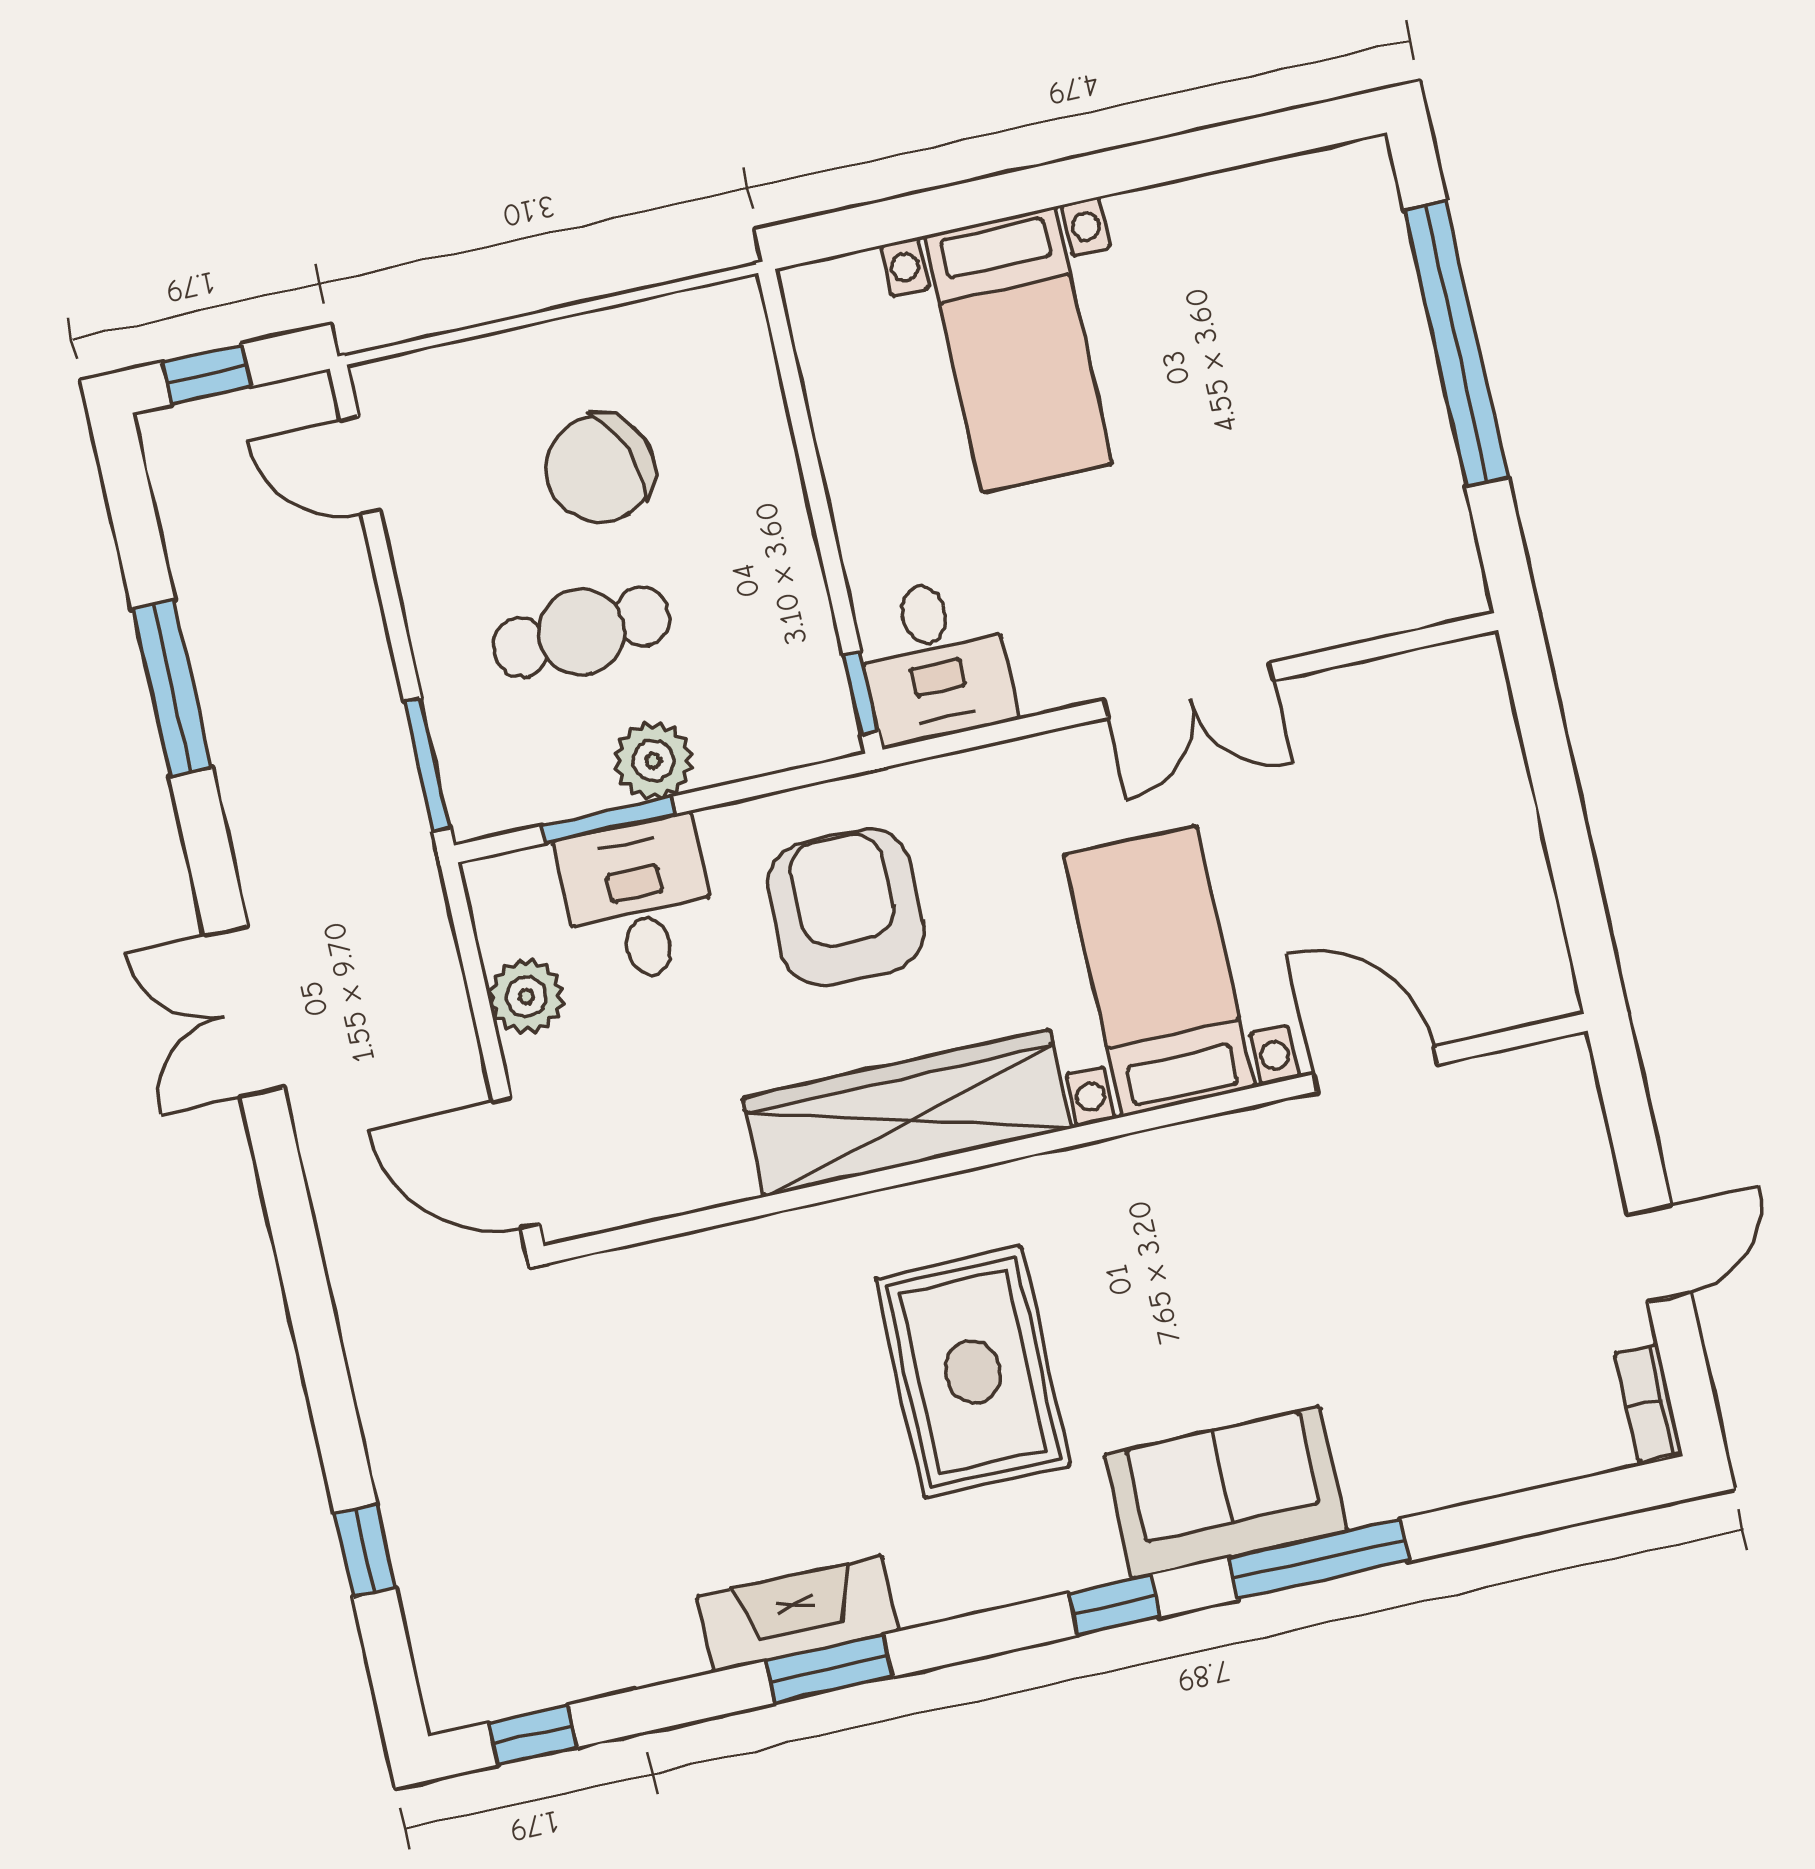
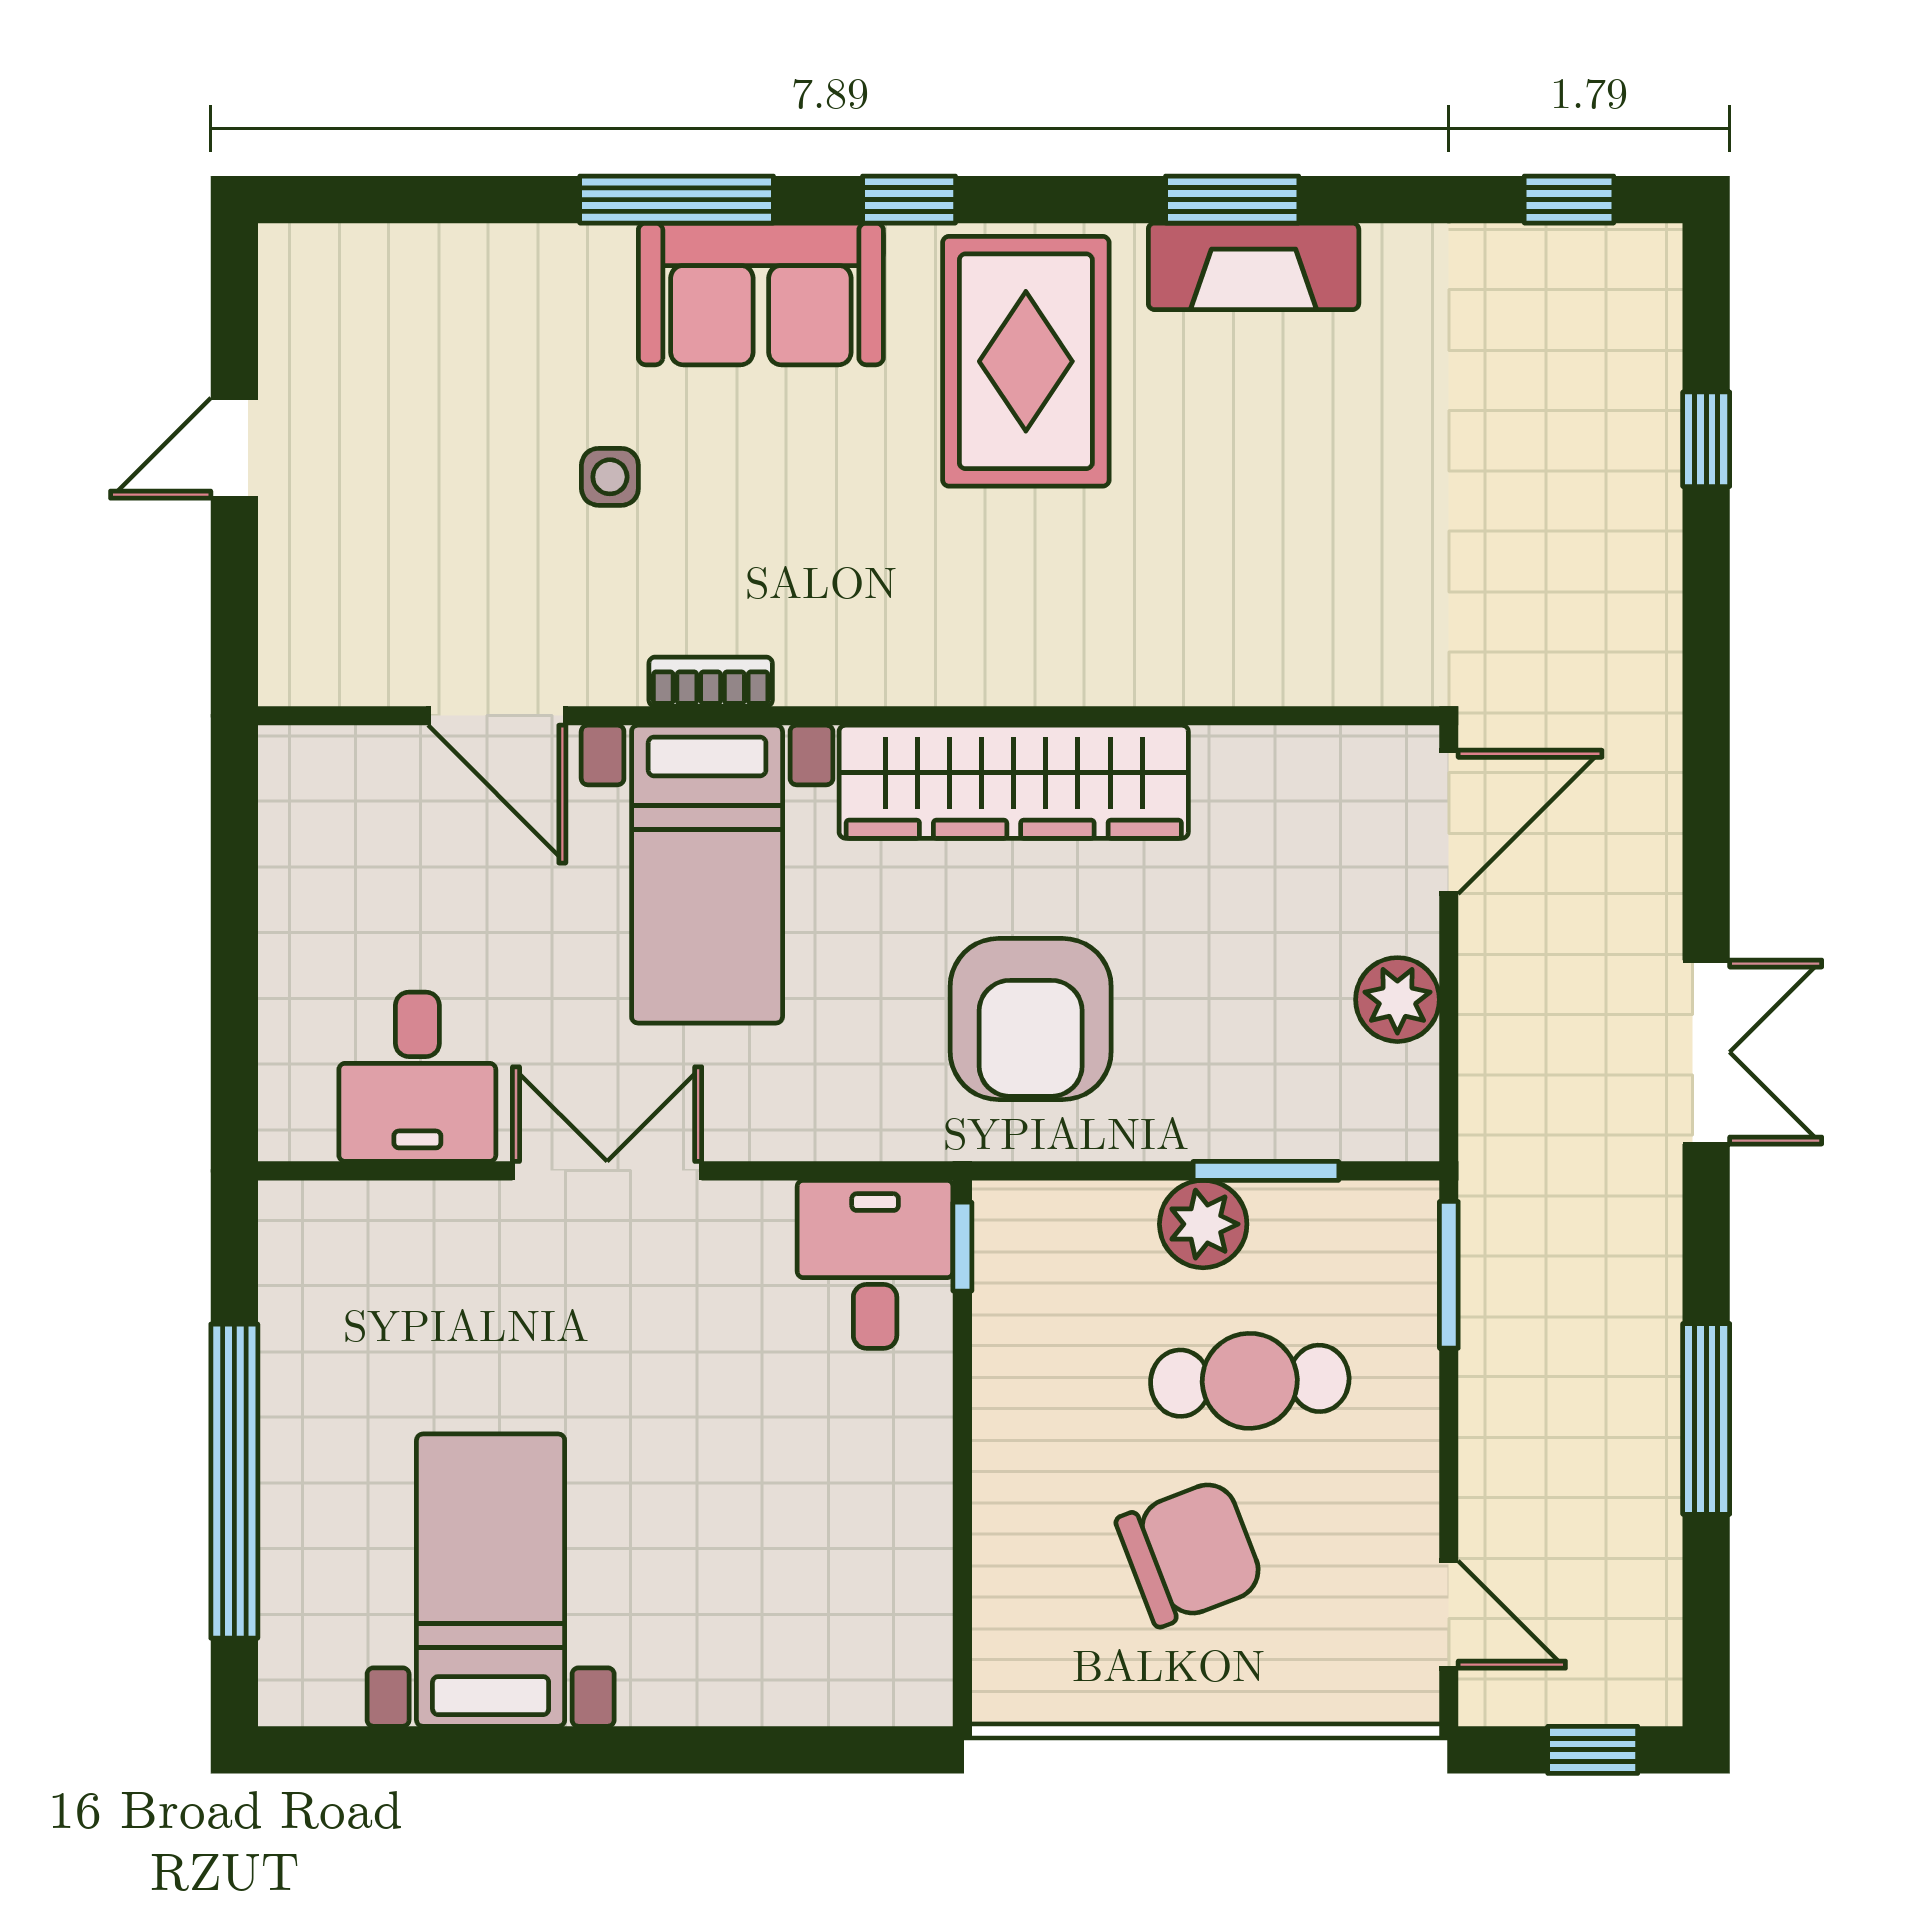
bed with nightstands: (1018, 350) -> (491, 1580), moved
desk: (638, 900) -> (417, 1077), moved
door: (516, 1163) -> (1449, 822), hinge flipped
side table: (1323, 1302) -> (610, 477), added
rug: (973, 1372) -> (1026, 361), moved
bookcase: (1648, 1403) -> (711, 682), moved, turned -90

